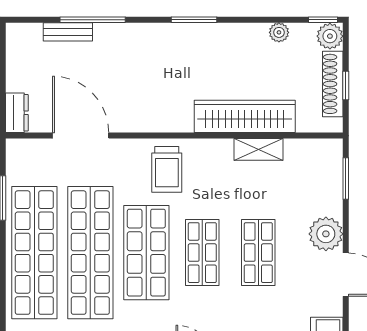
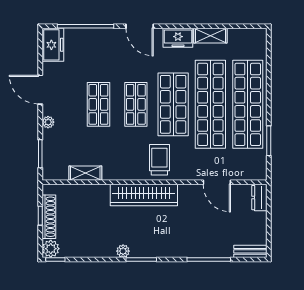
bench: (68, 32) -> (250, 251), moved
plant: (279, 32) -> (123, 251), moved
wardrobe: (245, 116) -> (144, 195), moved
door: (81, 136) -> (217, 182), width x0.73
shelving: (258, 149) -> (85, 173), moved
plant: (326, 234) -> (48, 122), width x0.53, depth x0.53

